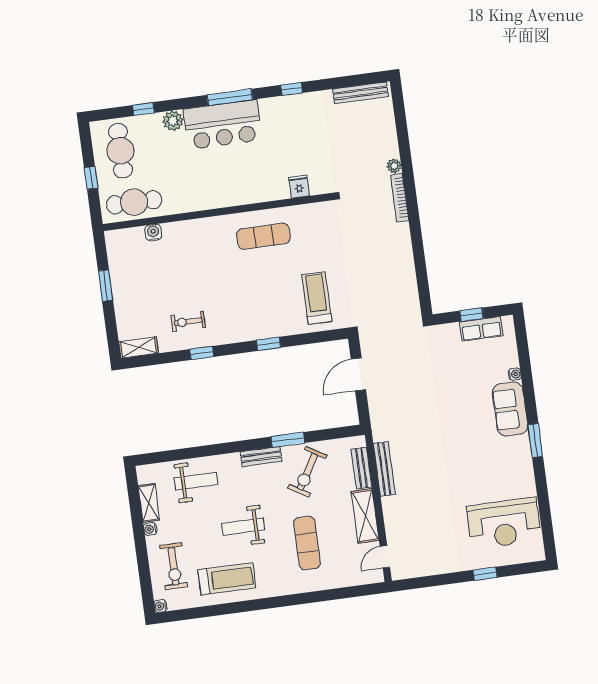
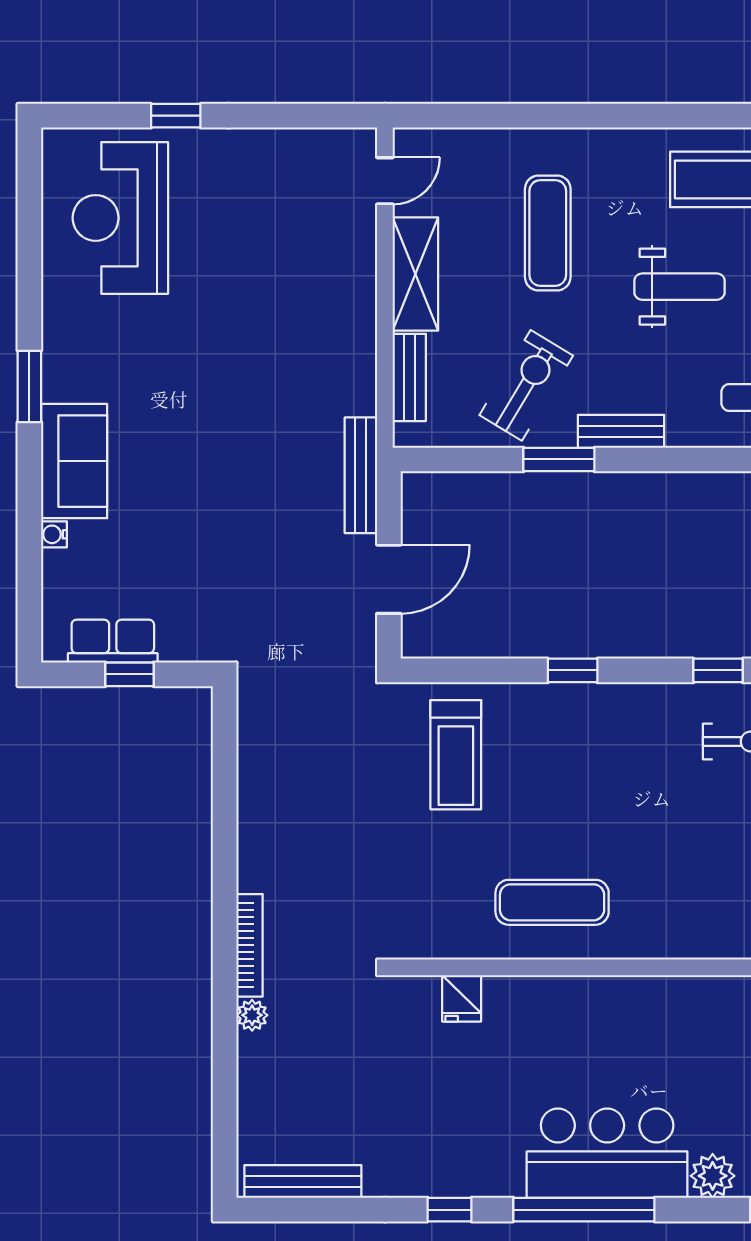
window: (230, 97) -> (584, 1210), width x1.46
bench: (384, 469) -> (361, 475), moved
reception desk: (504, 523) -> (120, 218), turned -90

